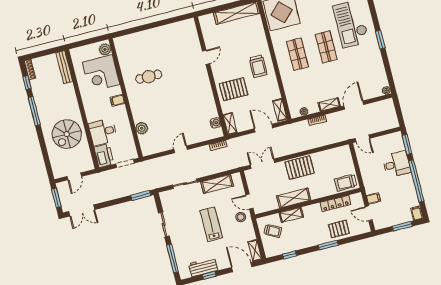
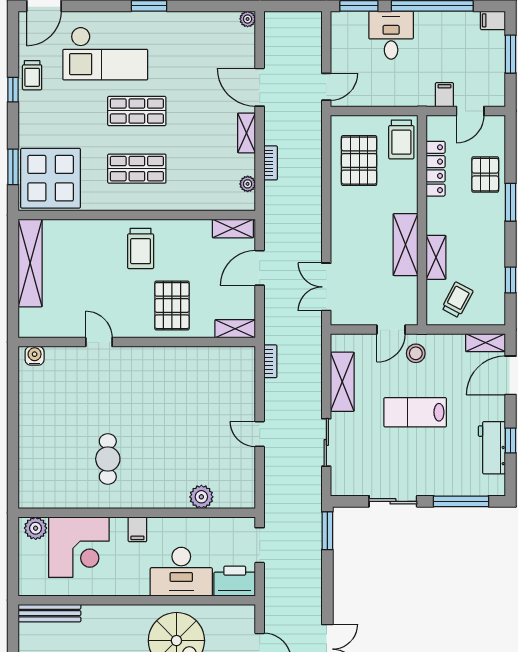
trolley: (258, 66) -> (141, 248), turned 90
water cooler: (215, 123) -> (35, 356), moved
desk: (103, 132) -> (181, 572), width x1.37
pallet: (300, 168) -> (359, 161), moved

